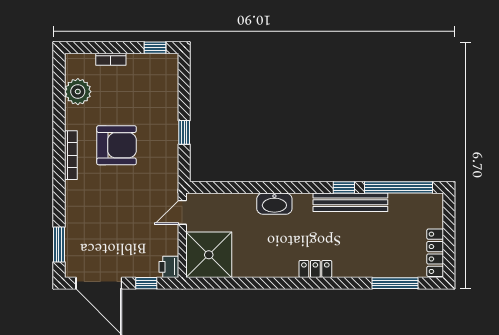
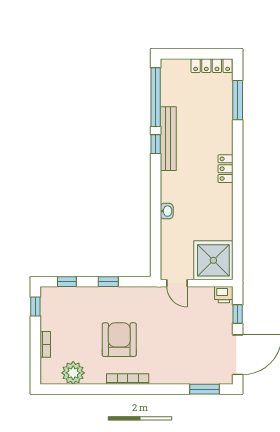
window: (184, 84) -> (67, 282), added
washbasin: (274, 204) -> (167, 211), width x0.52, depth x0.69

